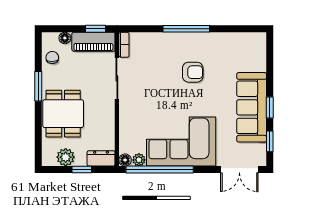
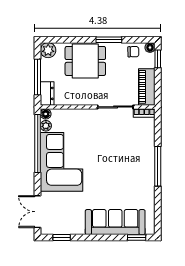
window: (95, 29) -> (158, 59), moved
floor lamp: (65, 38) -> (150, 47), moved
armchair: (193, 72) -> (121, 172), removed
sofa: (252, 107) -> (115, 222), moved
window: (270, 108) -> (137, 238), moved
plant: (66, 157) -> (48, 50), moved
window: (82, 170) -> (38, 77), width x2.17

